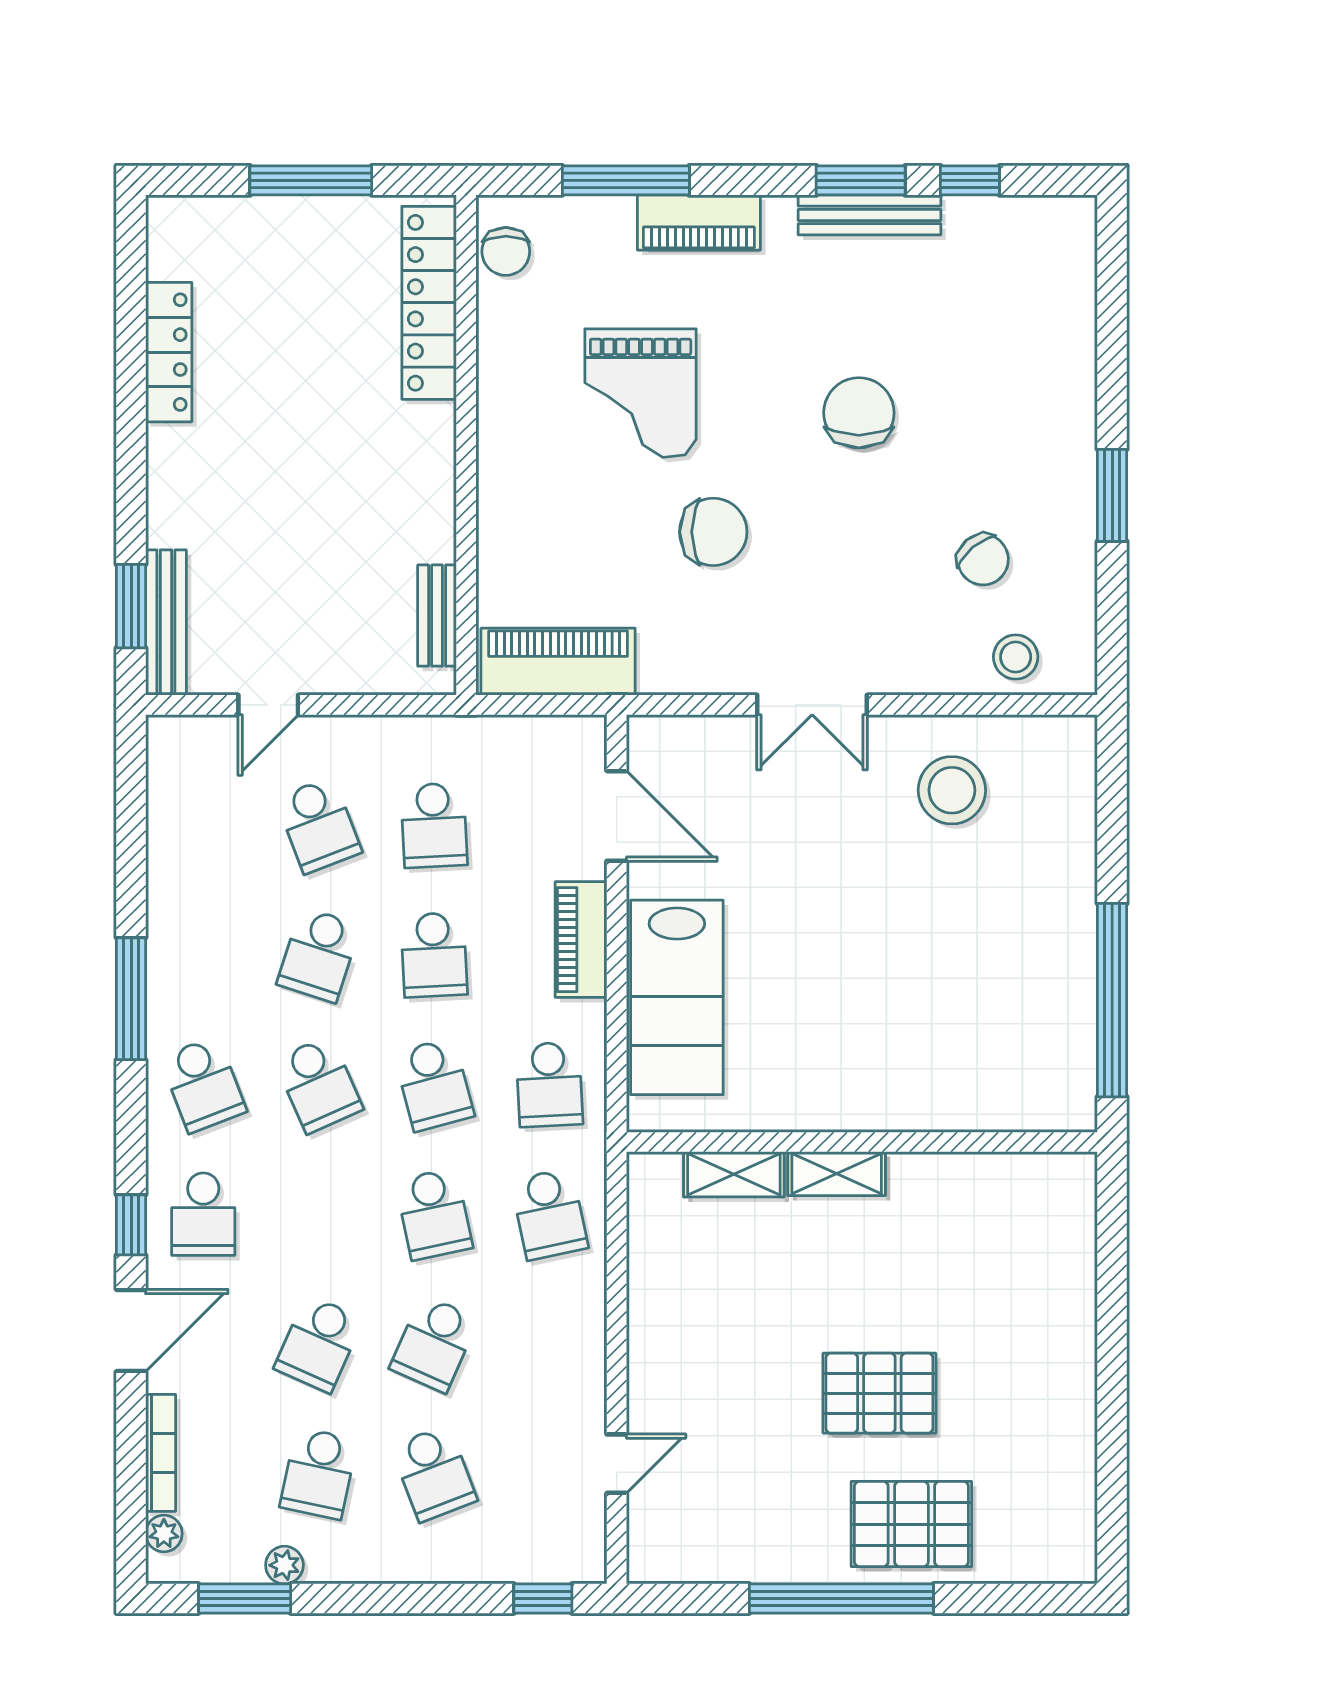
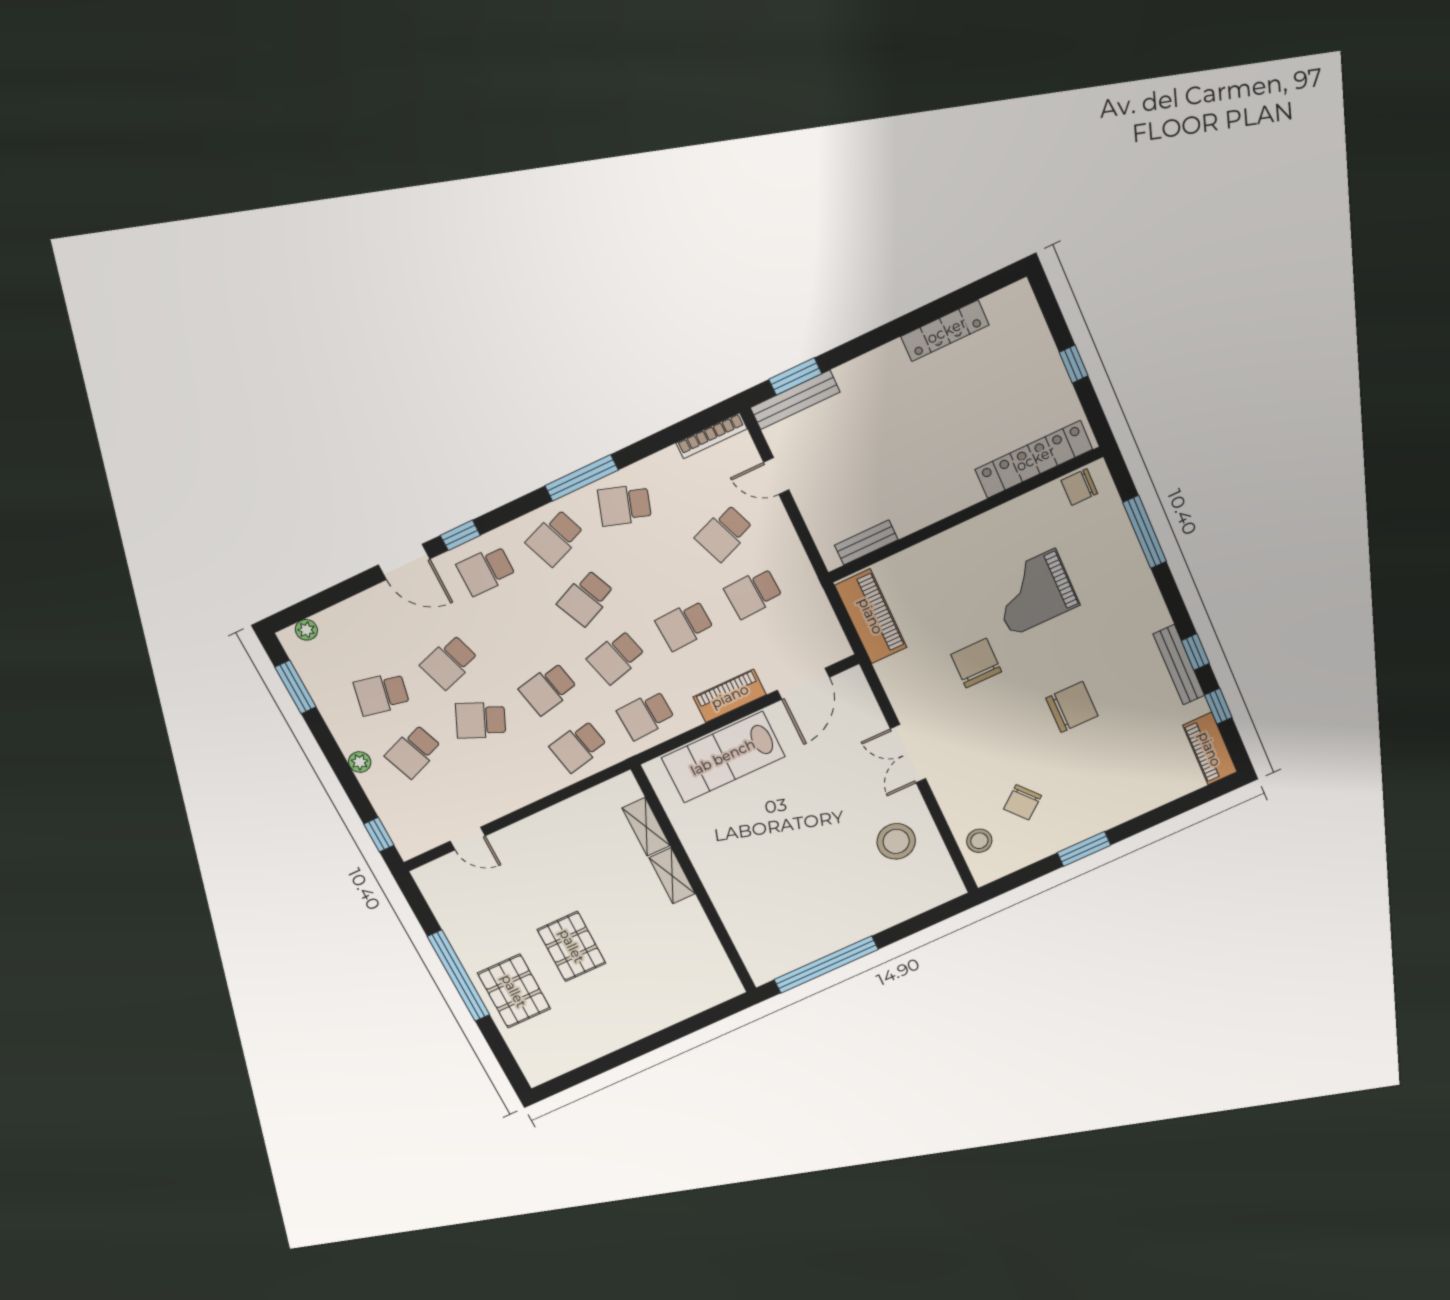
window: (311, 180) -> (1074, 364), width x0.46
window: (861, 180) -> (1195, 652), width x0.67
piano: (699, 223) -> (1210, 749), moved
chair: (713, 532) -> (976, 663), turned 180
school desk: (319, 955) -> (625, 505), moved
school desk: (319, 1344) -> (449, 662), turned -42
bookcase: (161, 1453) -> (712, 436), moved
plant: (284, 1565) -> (360, 762), moved

